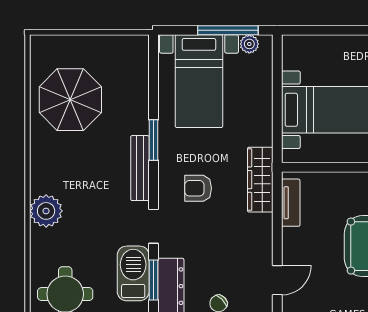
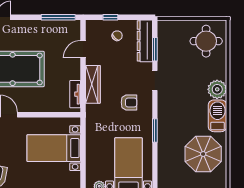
bench: (140, 168) -> (163, 114), removed
wardrobe: (260, 180) -> (93, 84), moved
barbecue: (133, 273) -> (218, 116), moved, turned 180

